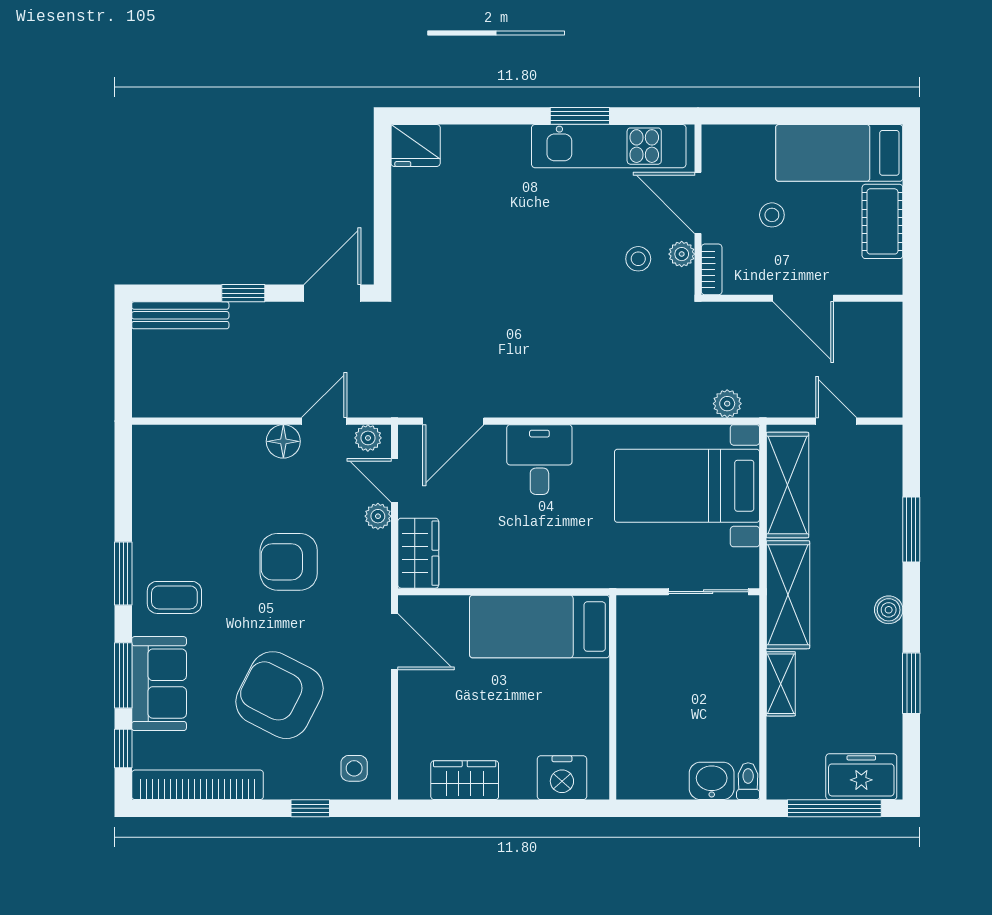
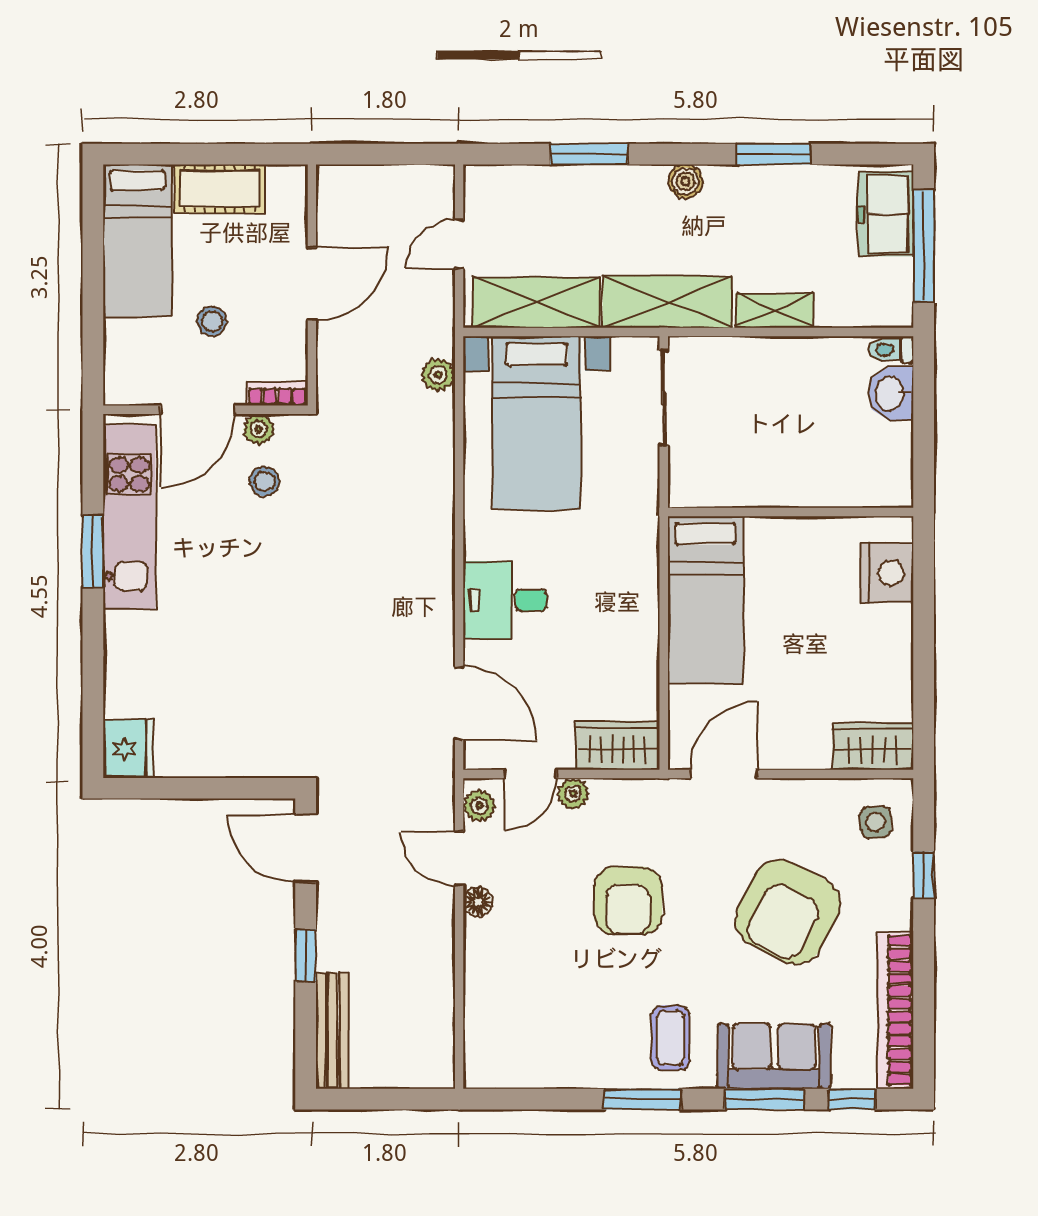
floor lamp: (283, 441) -> (478, 902), width x0.73, depth x0.73
wardrobe: (465, 780) -> (873, 746), moved, turned 90

